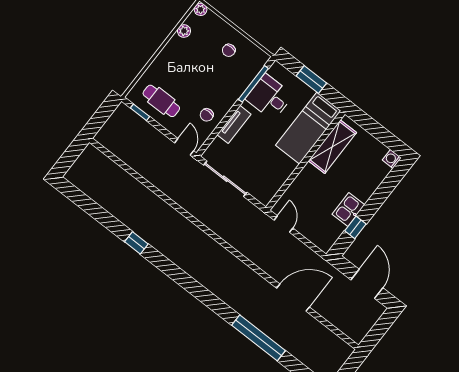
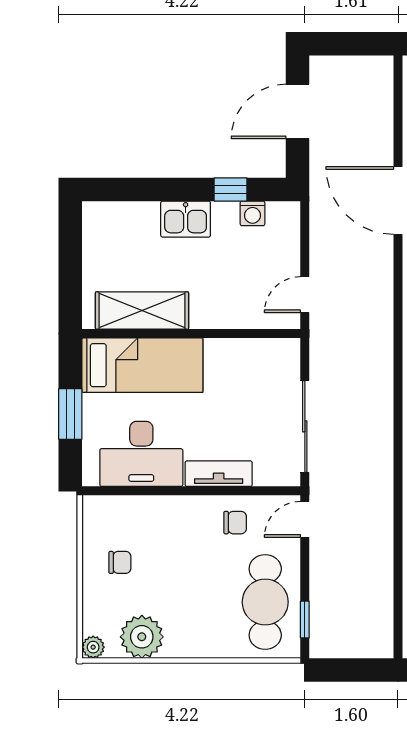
plant: (184, 31) -> (142, 637), width x1.88, depth x1.88
window: (253, 84) -> (140, 491), removed
desk: (269, 97) -> (141, 454), width x1.37
cafe table: (161, 101) -> (265, 602), width x1.37, depth x1.35
washing machine: (392, 159) -> (253, 213), moved
kitchen sink: (348, 210) -> (186, 219), moved

